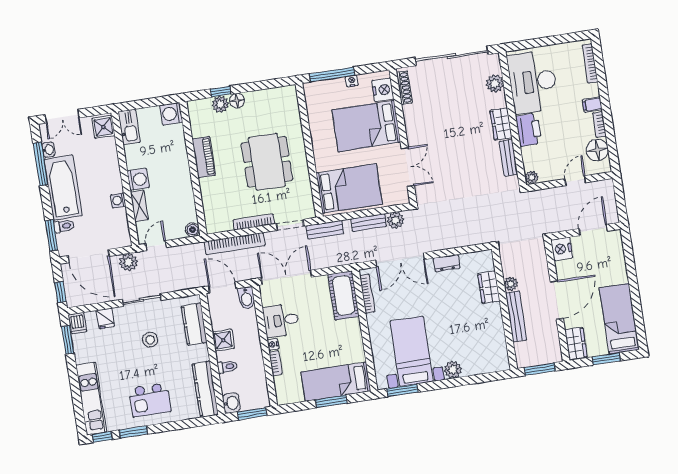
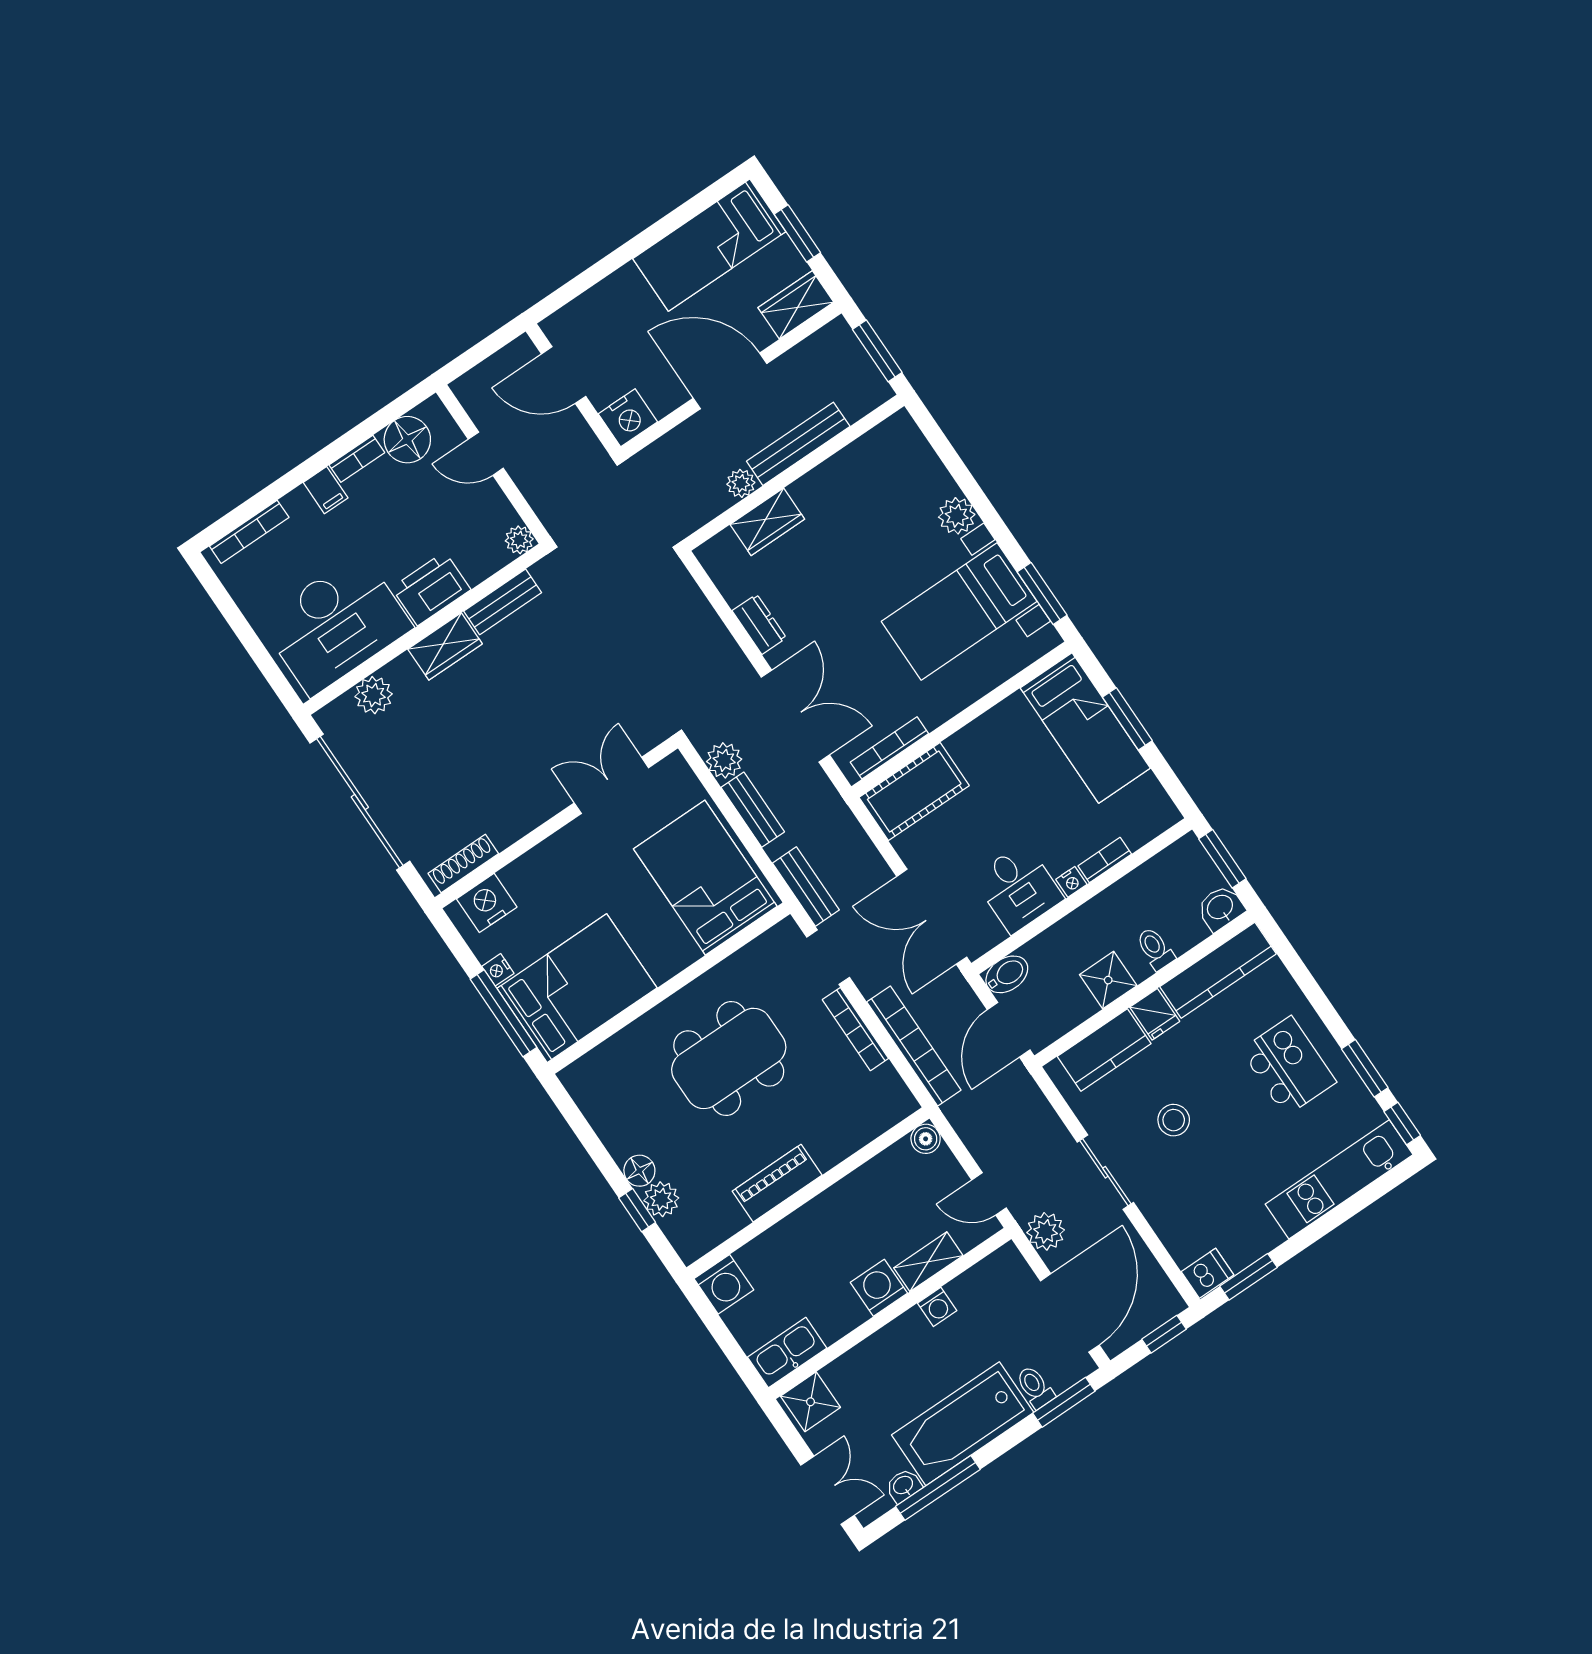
bed: (366, 126) -> (577, 988), moved, turned -90
fridge: (105, 318) -> (1155, 1014), moved, turned 90

